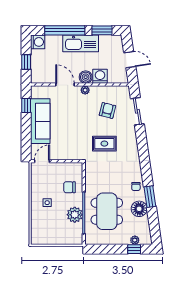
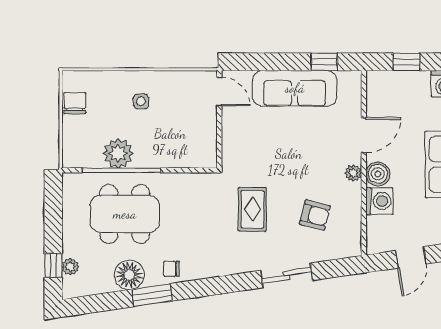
sliding door: (137, 111) -> (287, 275), moved
chair: (70, 187) -> (75, 103), moved

